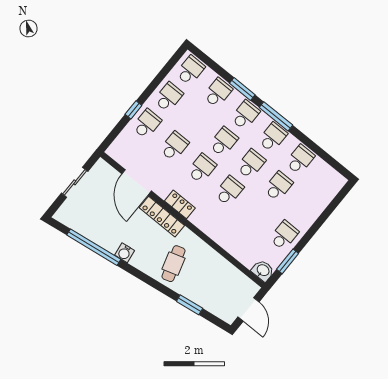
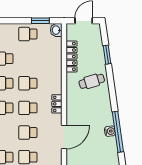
locker: (162, 217) -> (71, 56), moved
water cooler: (125, 253) -> (110, 131), moved

